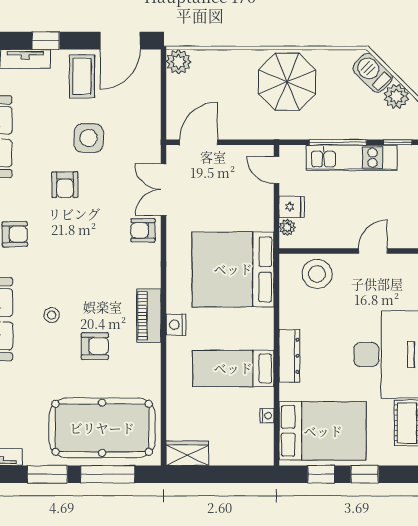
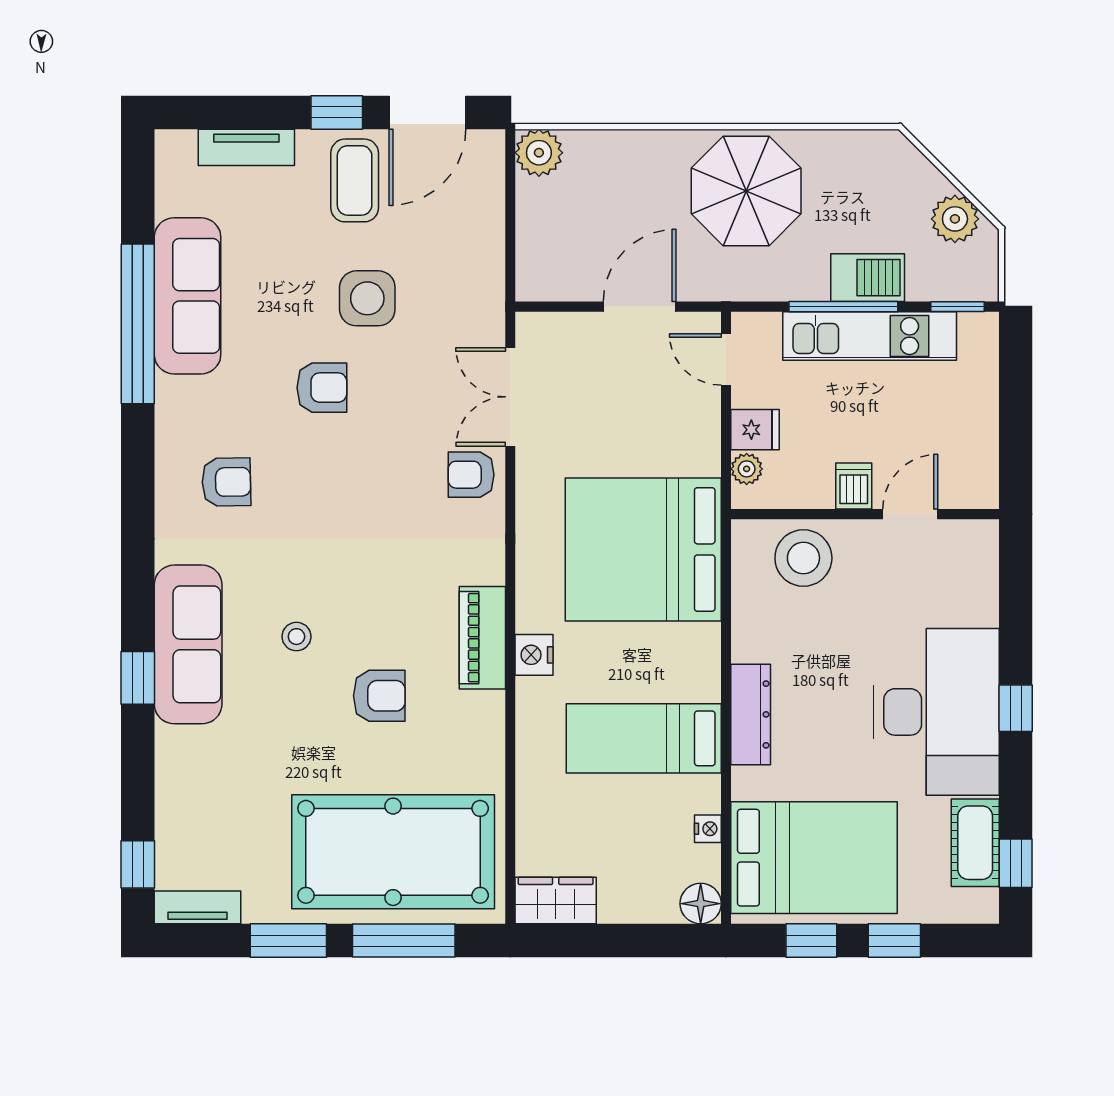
window: (46, 41) -> (337, 112), moved
barbecue: (373, 73) -> (868, 278), moved, turned 135
door: (199, 142) -> (640, 307), moved
armchair: (65, 185) -> (322, 388), turned -90
dishwasher: (343, 236) -> (854, 486), added
floor lamp: (263, 455) -> (701, 904), added

